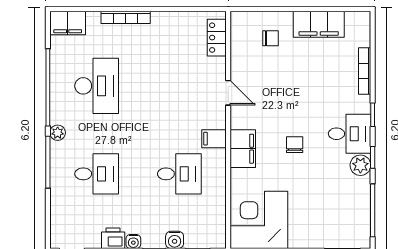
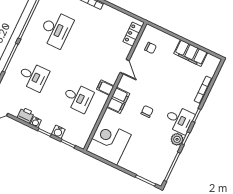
chair: (271, 38) -> (151, 48), moved
plant: (58, 133) -> (23, 44), removed

